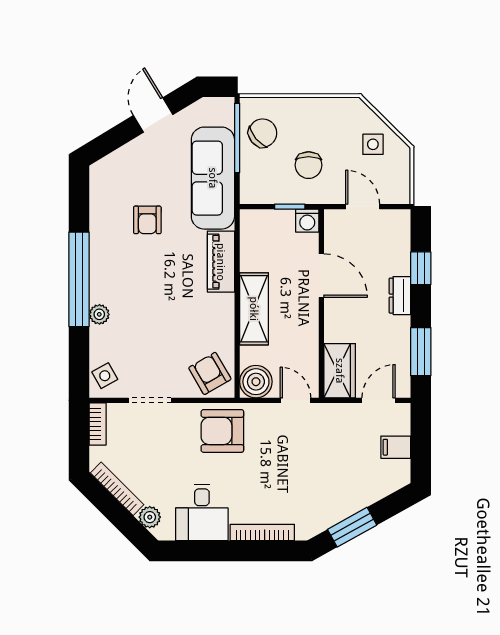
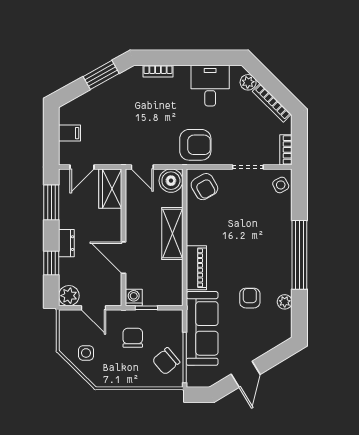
plant: (397, 223) -> (69, 296), added
plant: (99, 314) -> (285, 302), moved
bookcase: (262, 532) -> (158, 71), width x0.64

